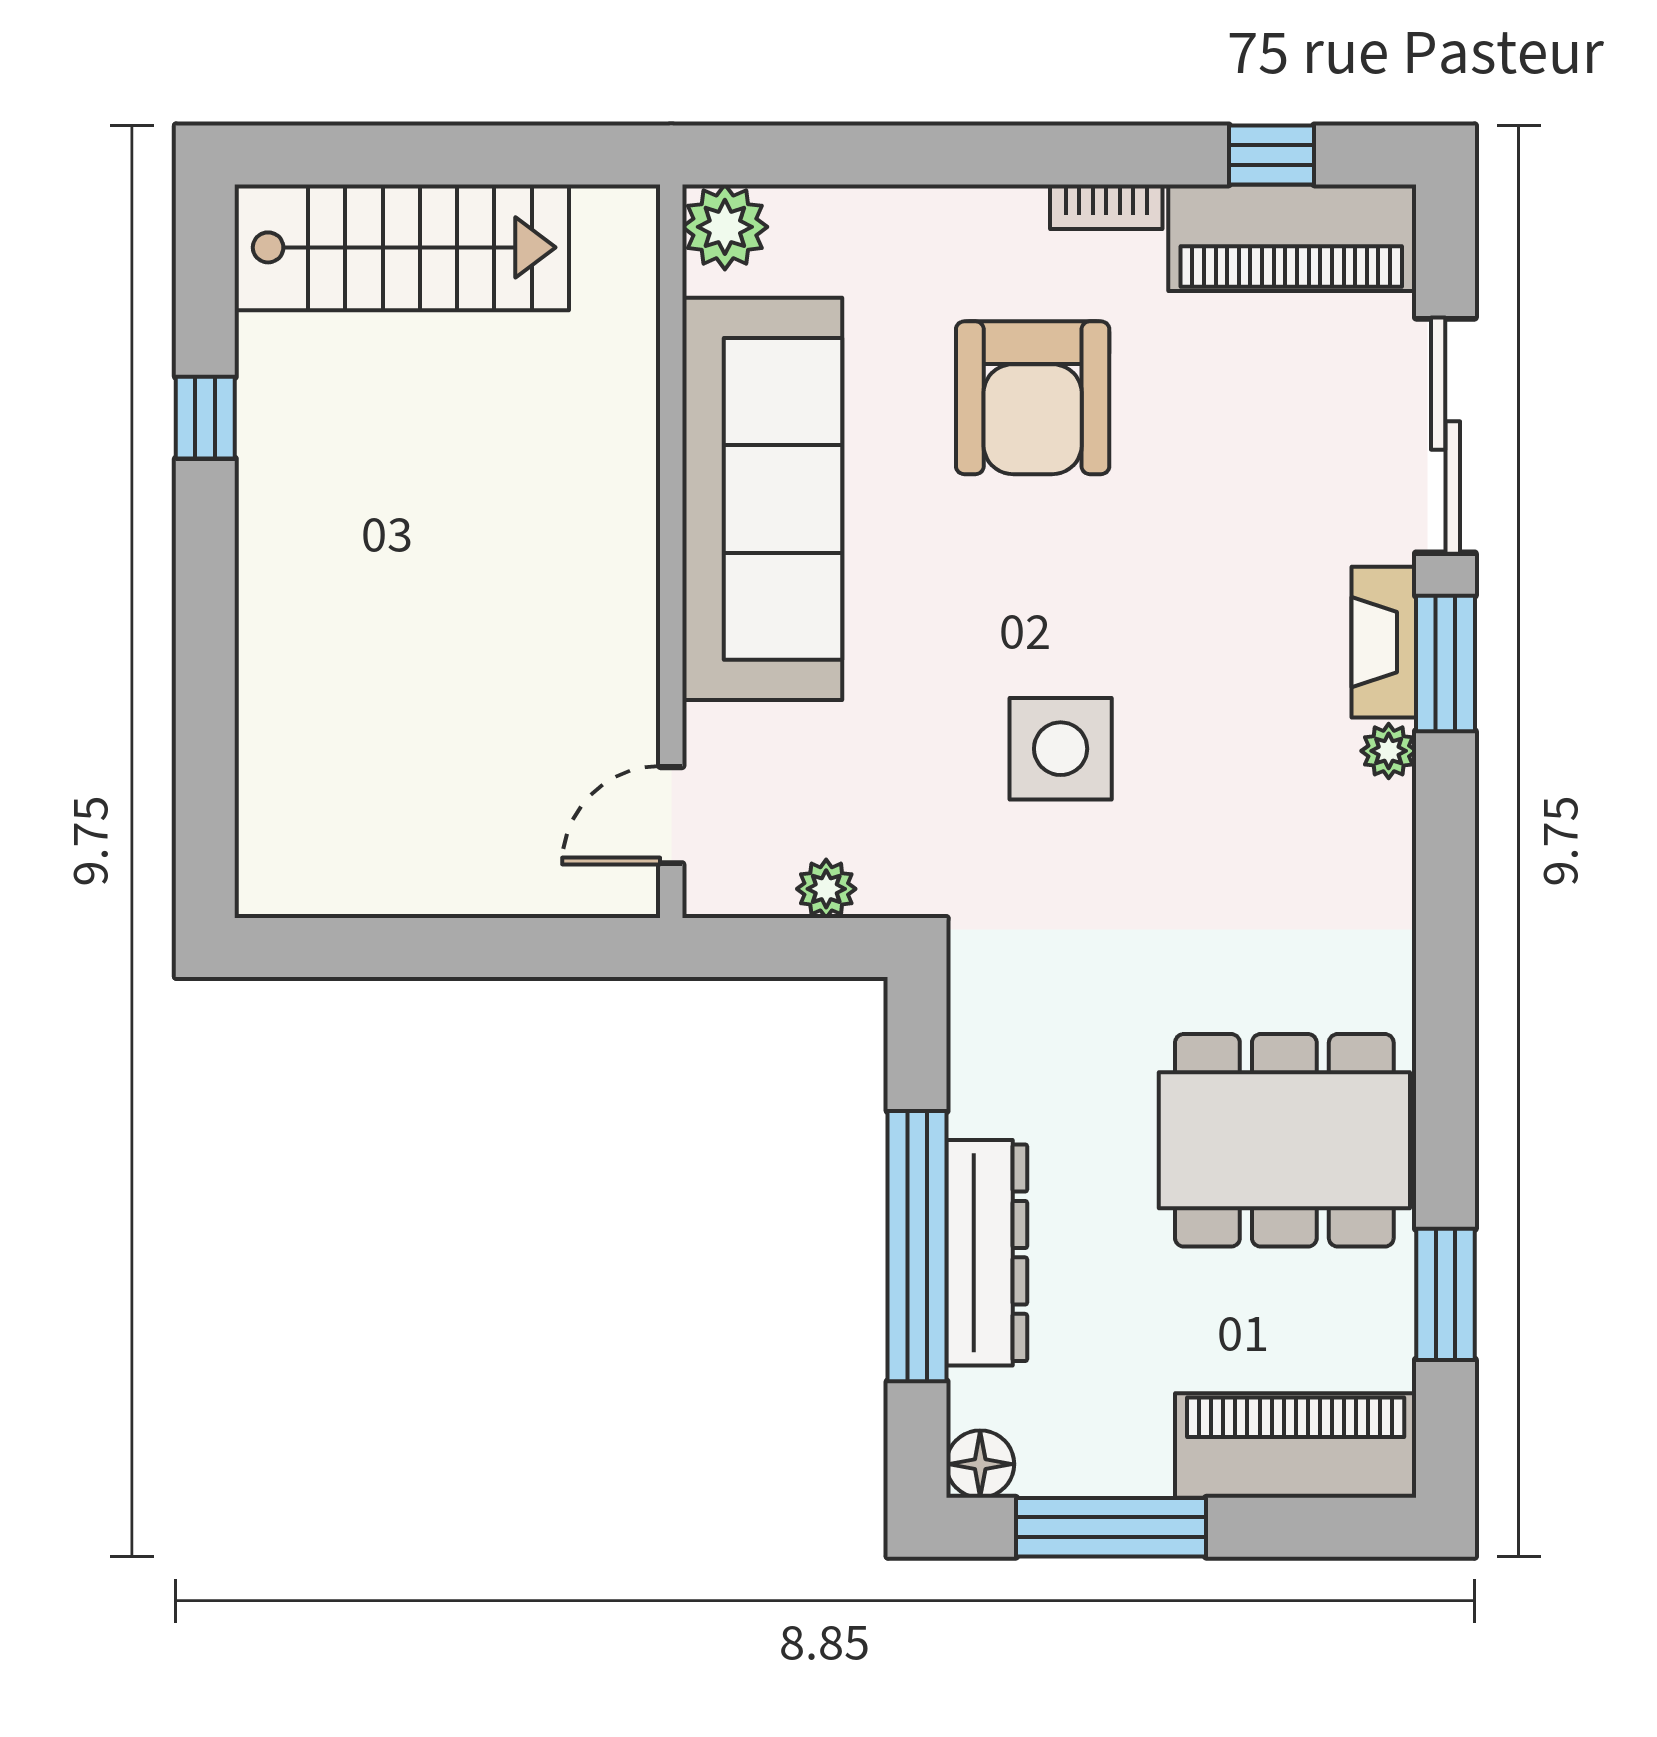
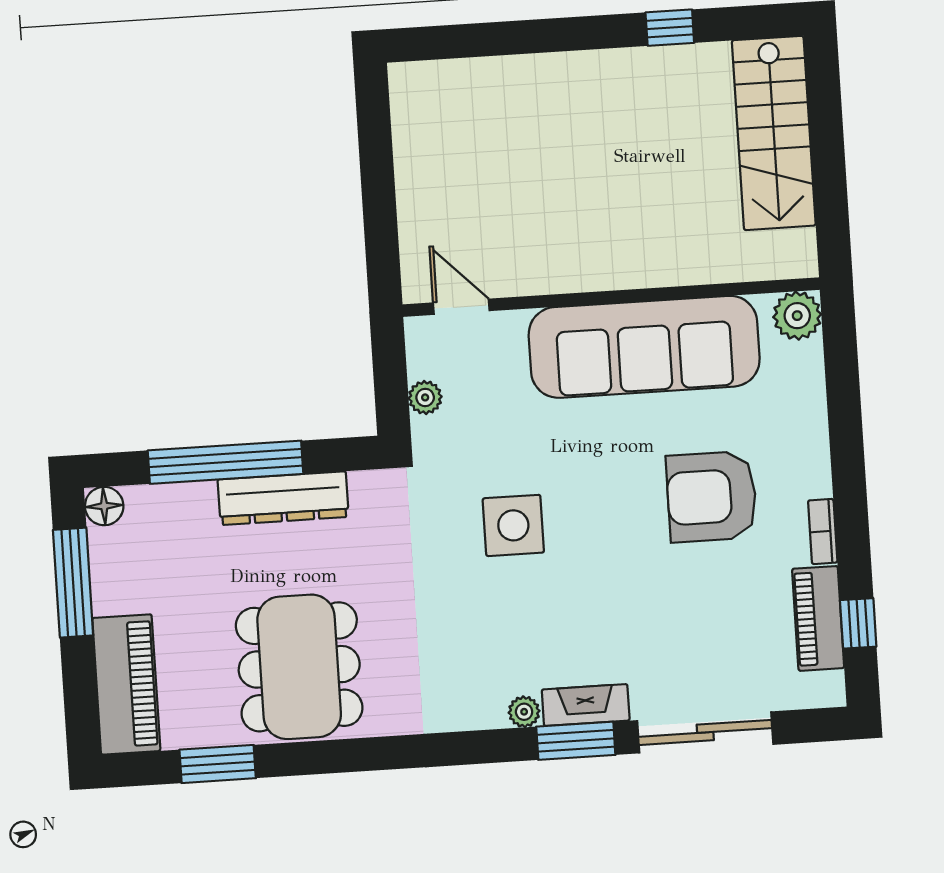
piano: (1291, 238) -> (818, 618), width x0.73, depth x0.75
dresser: (987, 1253) -> (283, 498), moved

